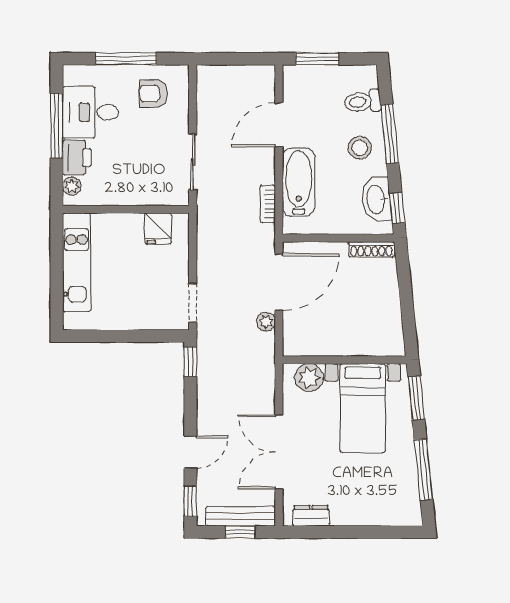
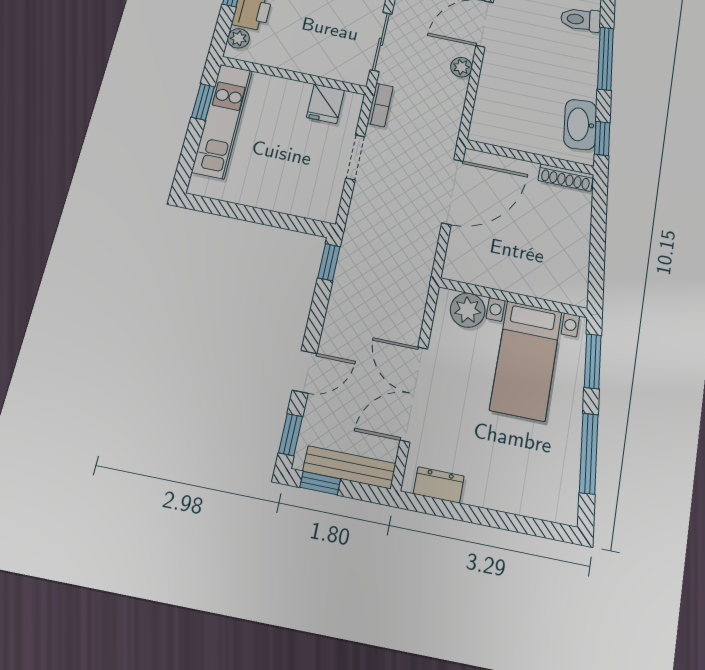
stool: (360, 148) -> (570, 66), removed
bathtub: (299, 182) -> (496, 88), removed
bookcase: (268, 204) -> (380, 105), moved, turned 180
window: (57, 249) -> (203, 102), added
doorway: (193, 303) -> (355, 157), moved
plant: (266, 322) -> (461, 67), moved
window: (240, 532) -> (320, 483), moved

